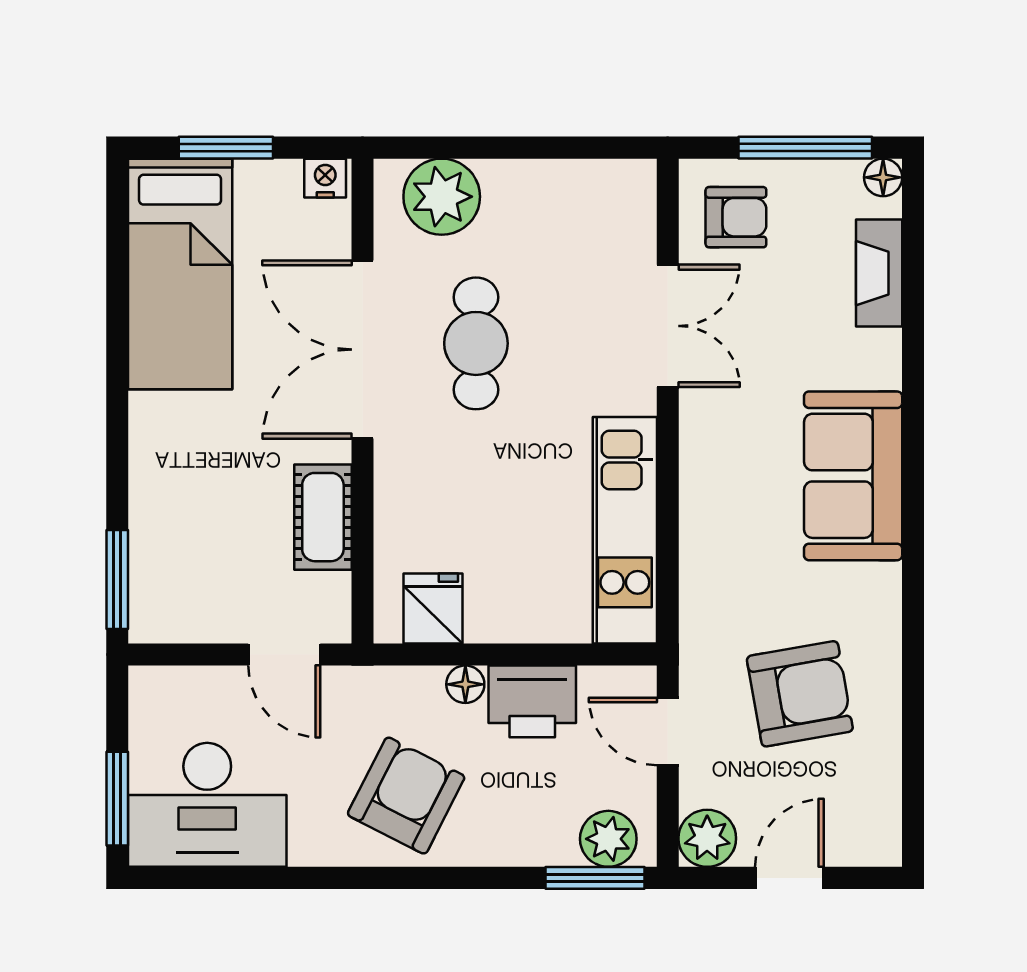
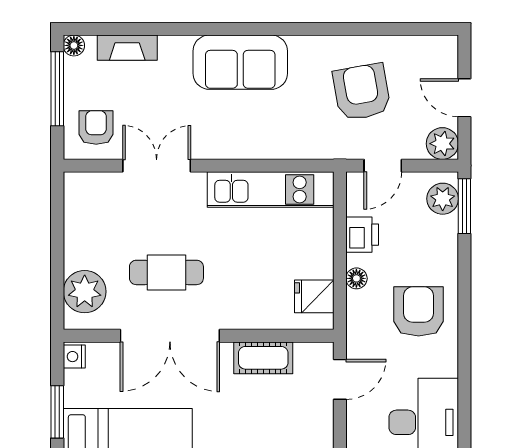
printer: (532, 701) -> (362, 235), width x0.73, depth x0.81
armchair: (406, 796) -> (419, 311), turned 63

